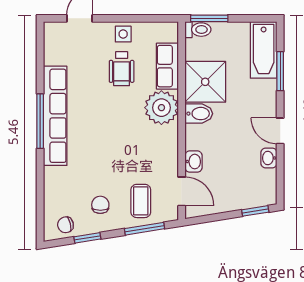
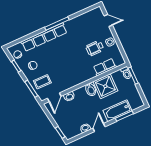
bathtub: (264, 50) -> (117, 111), moved
plant: (161, 108) -> (86, 73), removed
row of seats: (55, 116) -> (44, 37), moved

